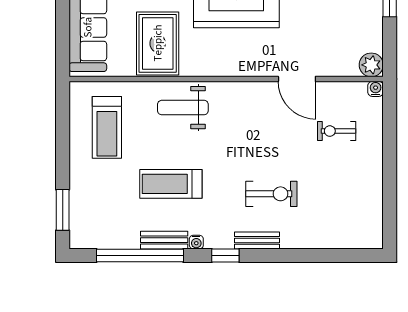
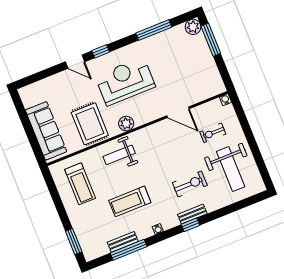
plant: (371, 65) -> (126, 124), moved
weight bench: (342, 196) -> (231, 169), added
bench: (164, 240) -> (123, 242), moved
window: (140, 255) -> (129, 250), width x0.68
window: (225, 255) -> (191, 225), moved

